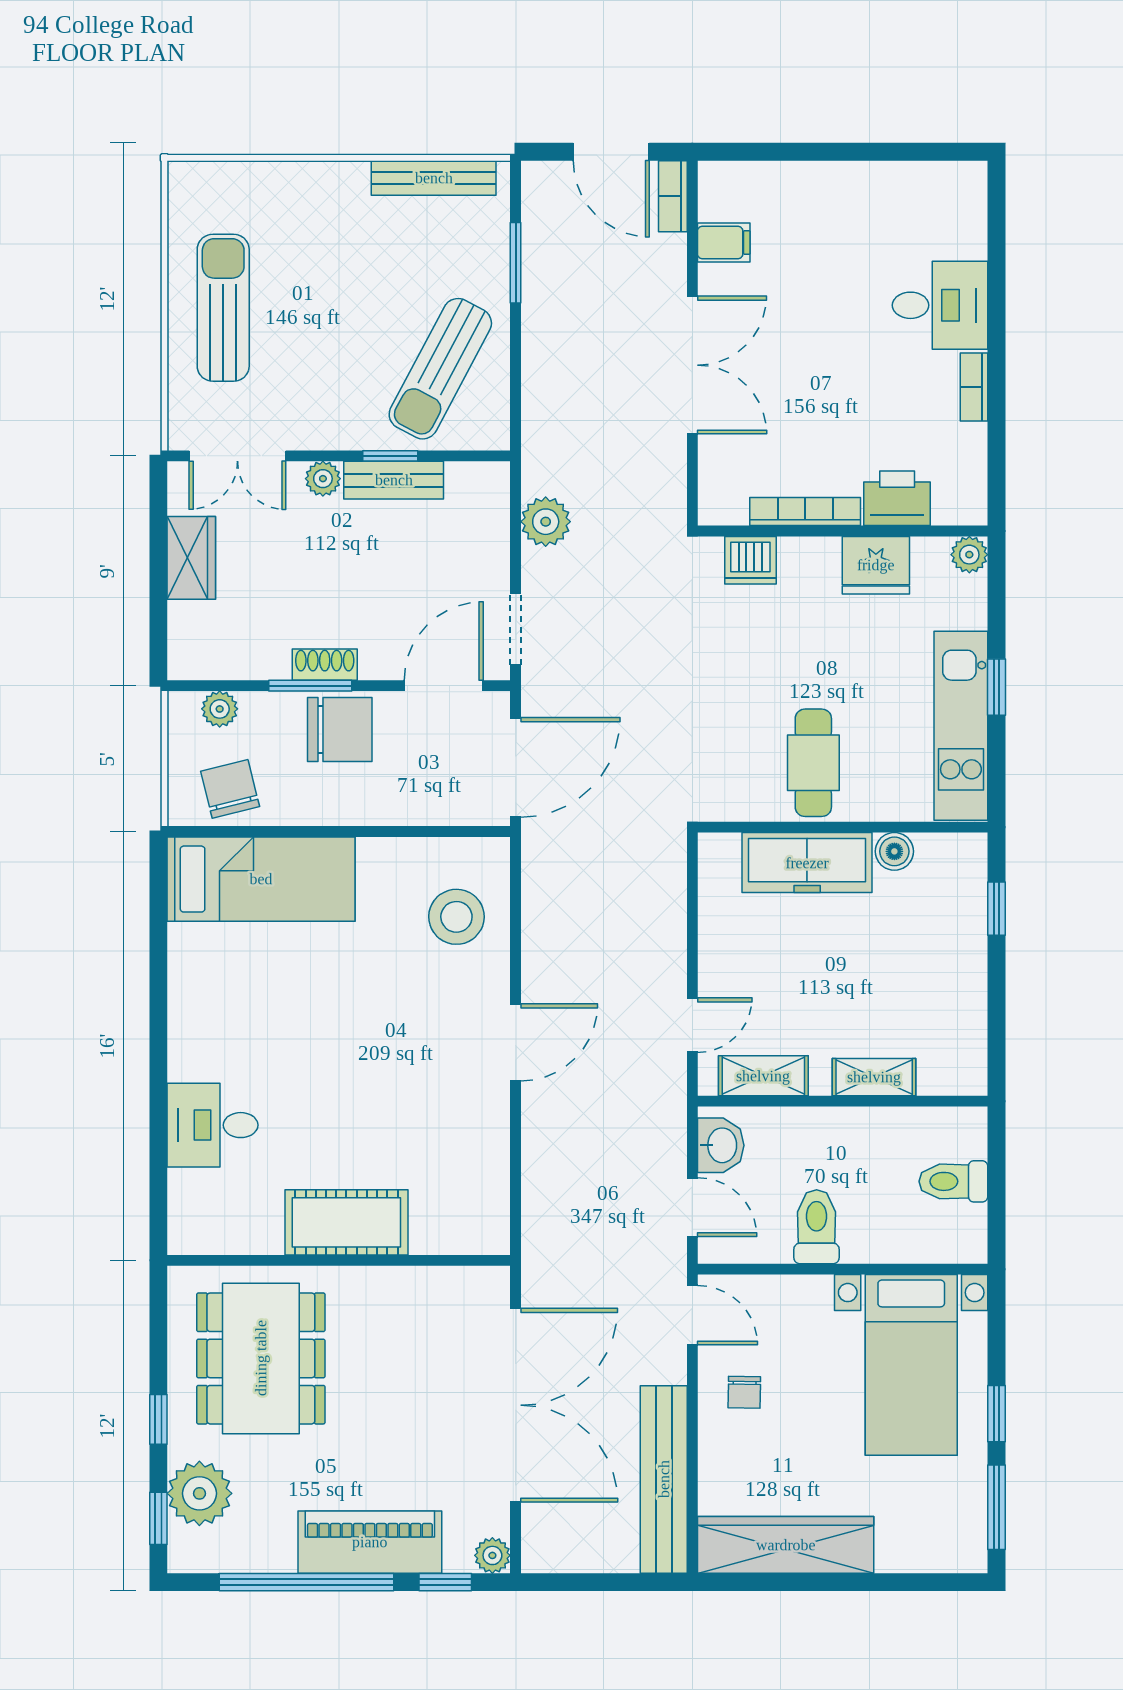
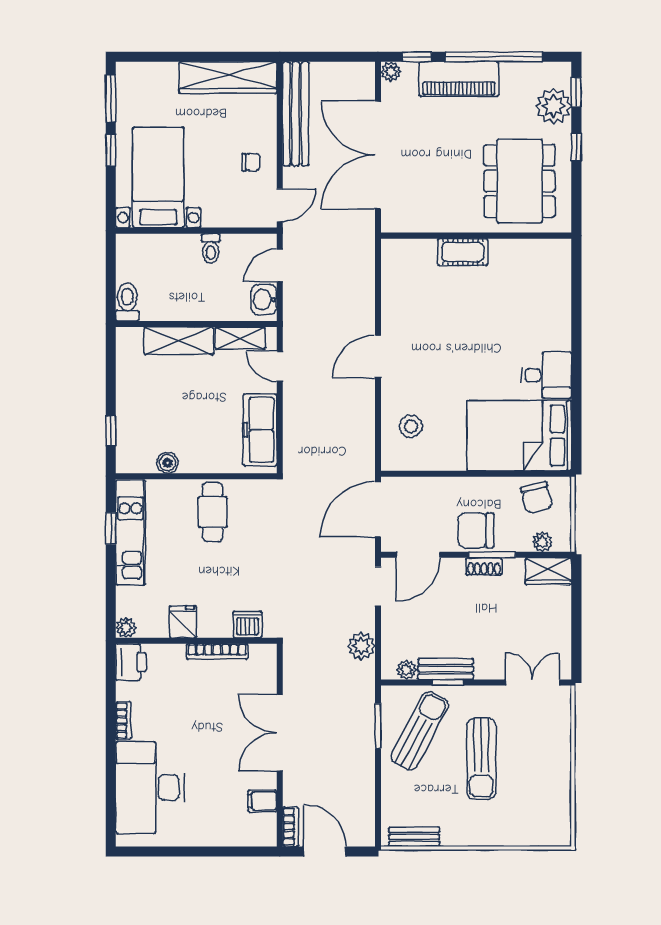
bench: (434, 178) -> (414, 837), width x0.73
window: (516, 263) -> (378, 726), moved
desk: (940, 305) -> (150, 788), width x1.87, depth x1.30
sun lounger: (223, 308) -> (481, 759), moved
plant: (323, 479) -> (406, 670), moved
printer: (897, 498) -> (131, 662), moved, turned -90
wardrobe: (191, 558) -> (548, 571), moved, turned -90
fridge: (876, 565) -> (183, 622), width x0.72
window: (996, 687) -> (111, 528), moved
freezer: (807, 863) -> (260, 430), moved, turned -90
bed: (261, 879) -> (519, 436), width x1.50
stool: (456, 917) -> (411, 426), width x0.73, depth x0.73
door: (692, 1025) -> (280, 366), hinge flipped
shelving: (874, 1077) -> (179, 341), width x1.50, depth x1.33
desk: (213, 1125) -> (546, 375), moved
toilet: (953, 1181) -> (127, 302), moved, turned -90
door: (692, 1207) -> (280, 265), hinge flipped
cot: (346, 1222) -> (463, 252), width x0.73, depth x0.75
toilet: (817, 1227) -> (211, 249), width x0.73, depth x0.72
door: (692, 1315) -> (280, 205), swing flipped
chair: (744, 1392) -> (251, 162), turned 89

